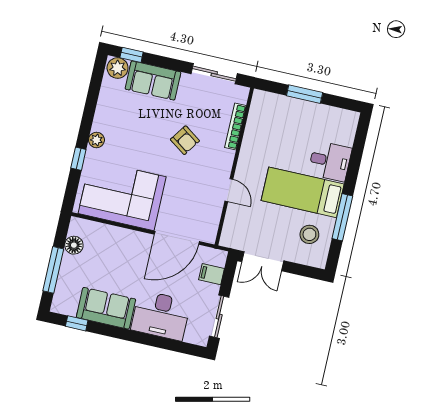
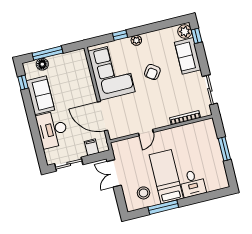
armchair: (185, 140) -> (152, 72), moved
floor lamp: (74, 245) -> (42, 64), moved

